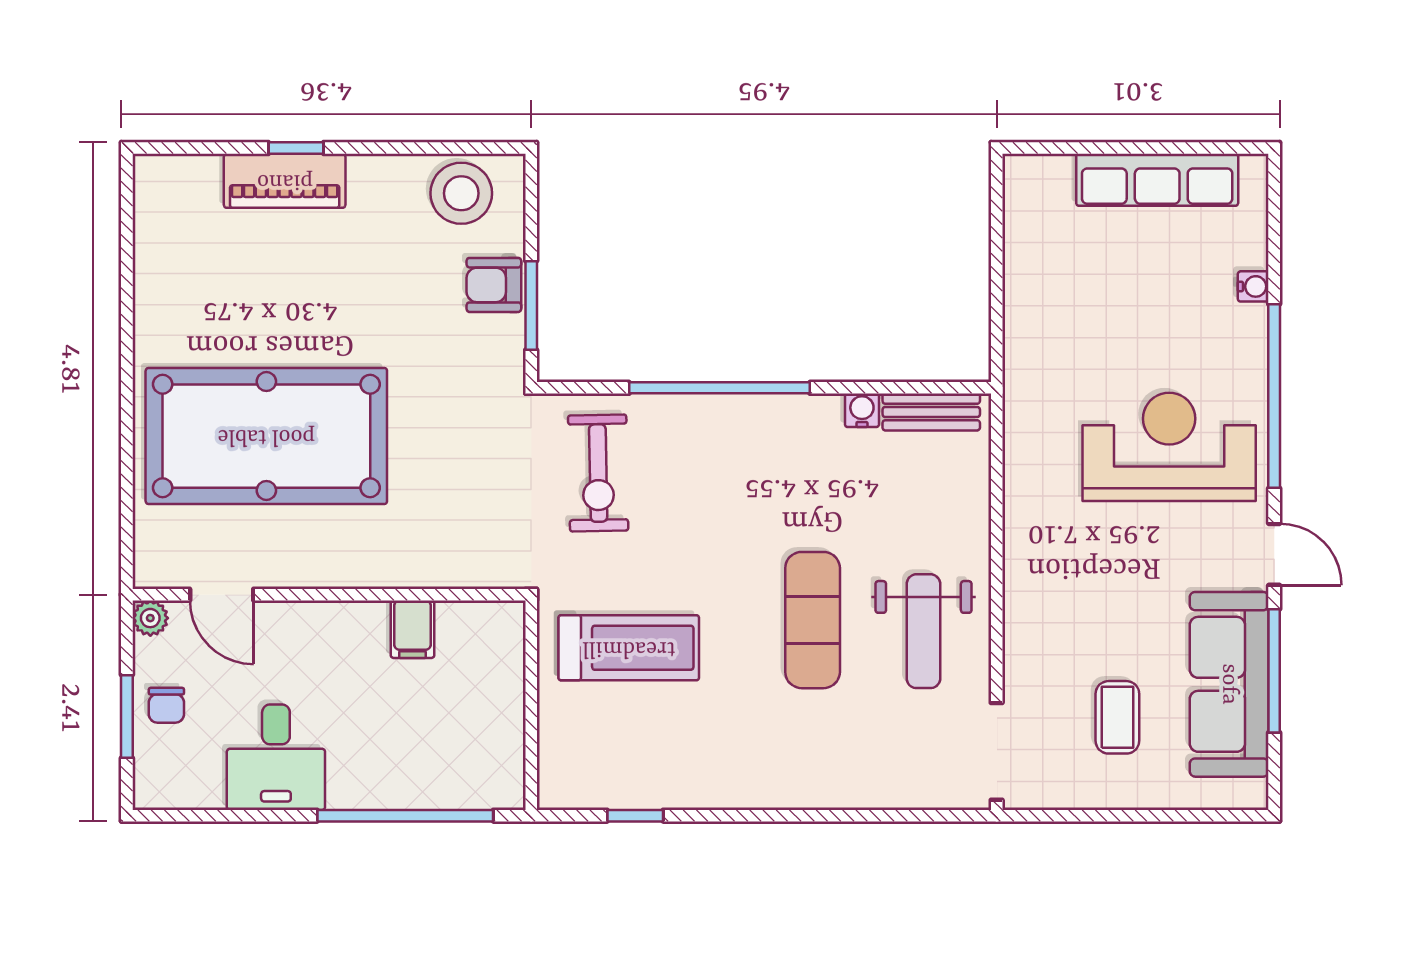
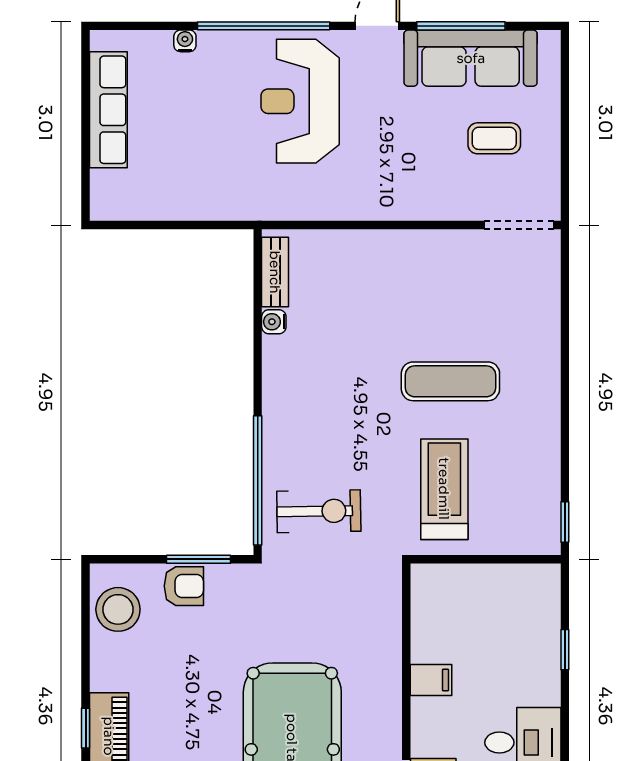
armchair: (494, 285) -> (184, 586), turned -90
window: (720, 388) -> (258, 480), moved
exercise mat: (813, 620) -> (450, 381), moved
filing cabinet: (412, 629) -> (431, 680), moved
weight bench: (923, 631) -> (432, 278), removed
window: (405, 816) -> (565, 650), width x0.32
window: (635, 816) -> (565, 522), moved

